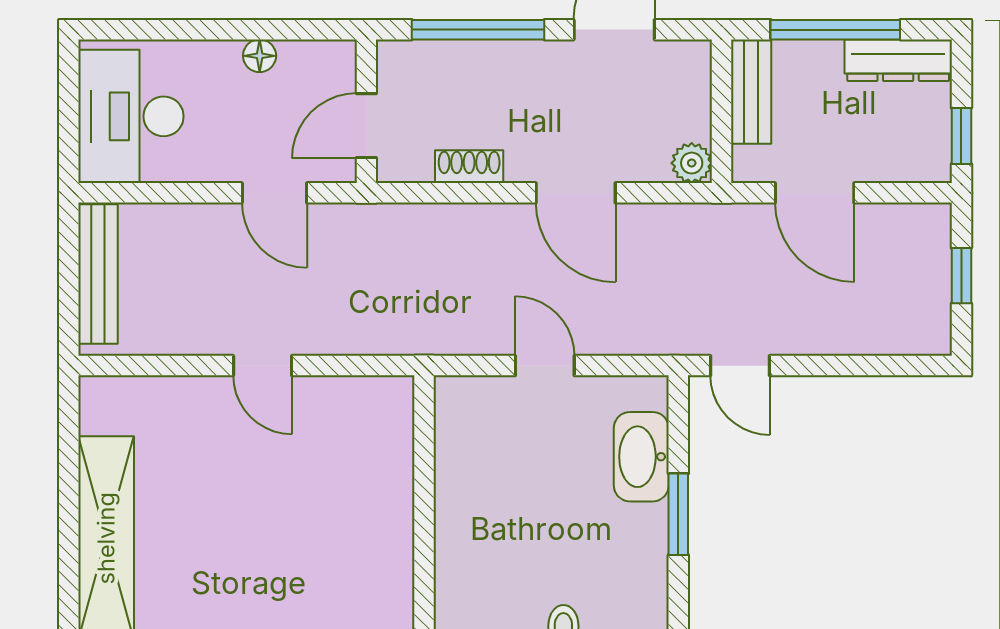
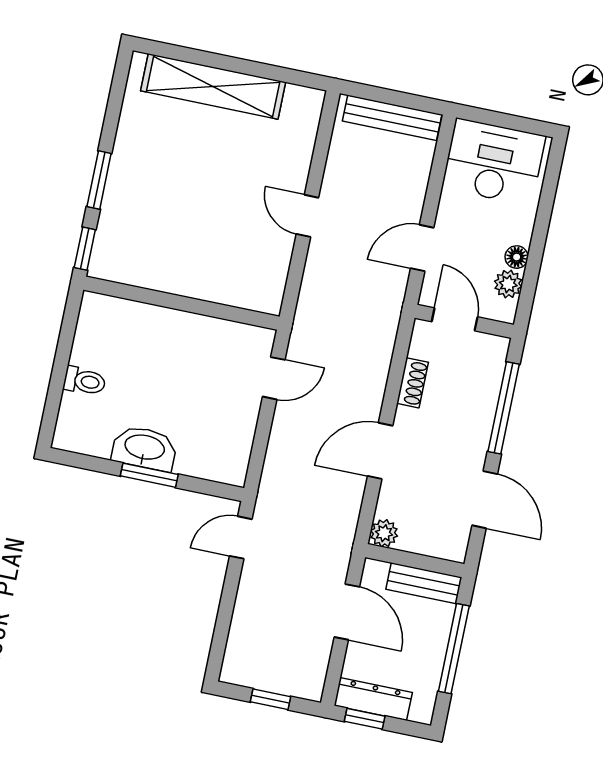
plant: (300, 60) -> (508, 284), added
dresser: (898, 60) -> (373, 699), moved, turned 90
door: (815, 193) -> (347, 612), swing flipped
door: (263, 366) -> (307, 216), hinge flipped
door: (545, 366) -> (274, 378), moved
washbasin: (641, 457) -> (144, 448), moved

